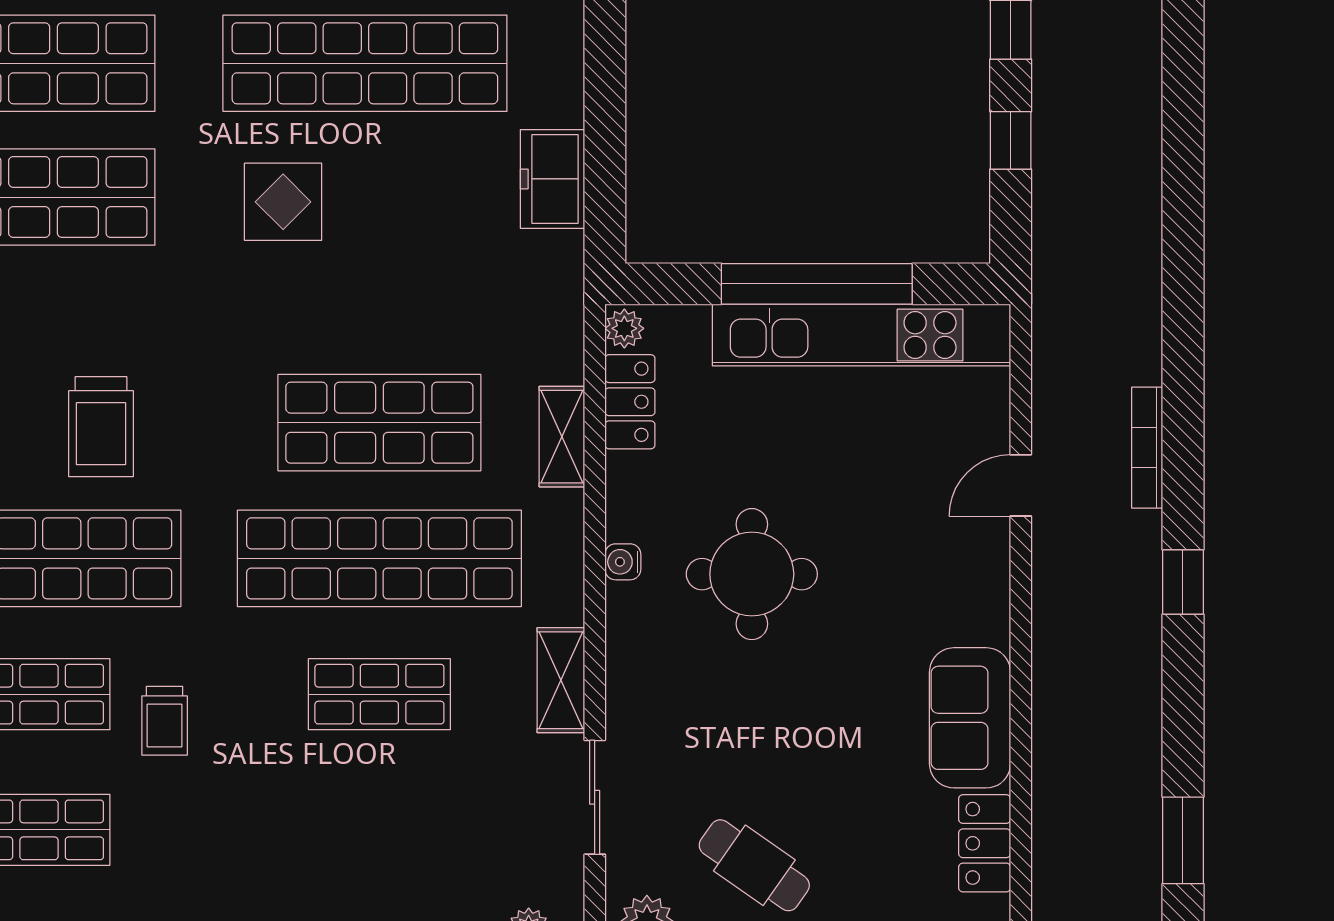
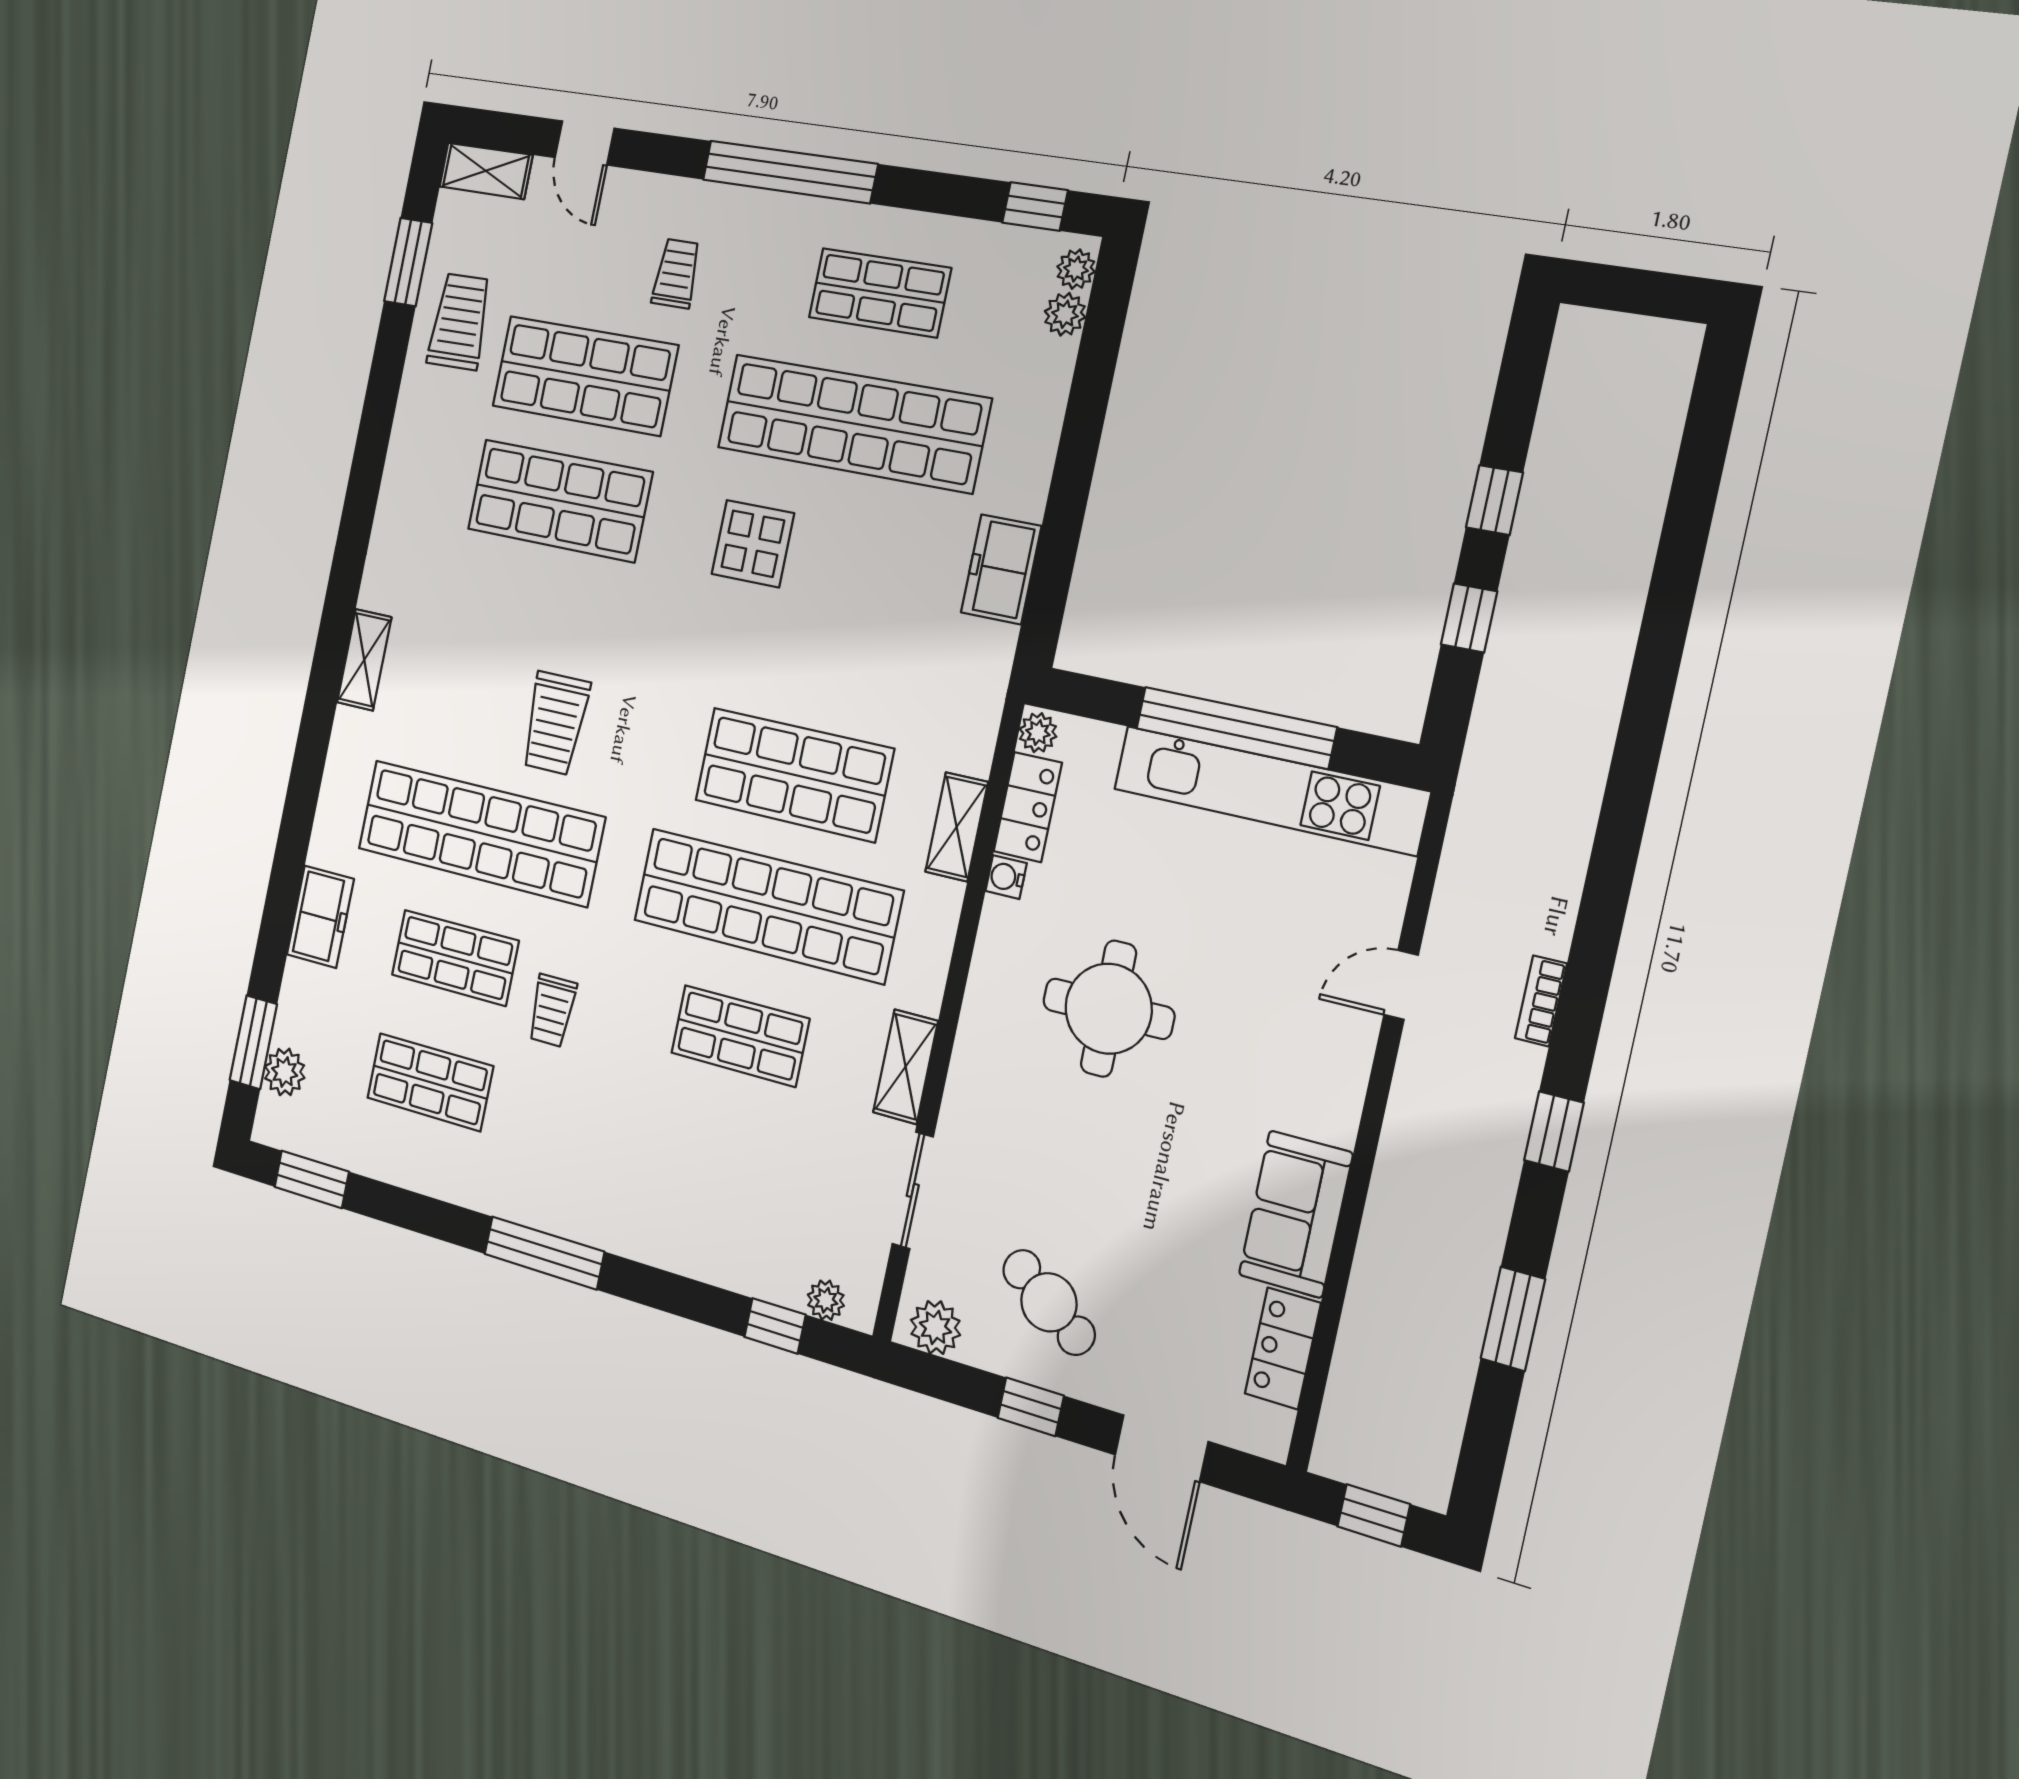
bookcase: (1147, 448) -> (1541, 1001), width x0.64
water cooler: (623, 562) -> (1006, 877), moved
window: (1183, 840) -> (1513, 1319), moved

